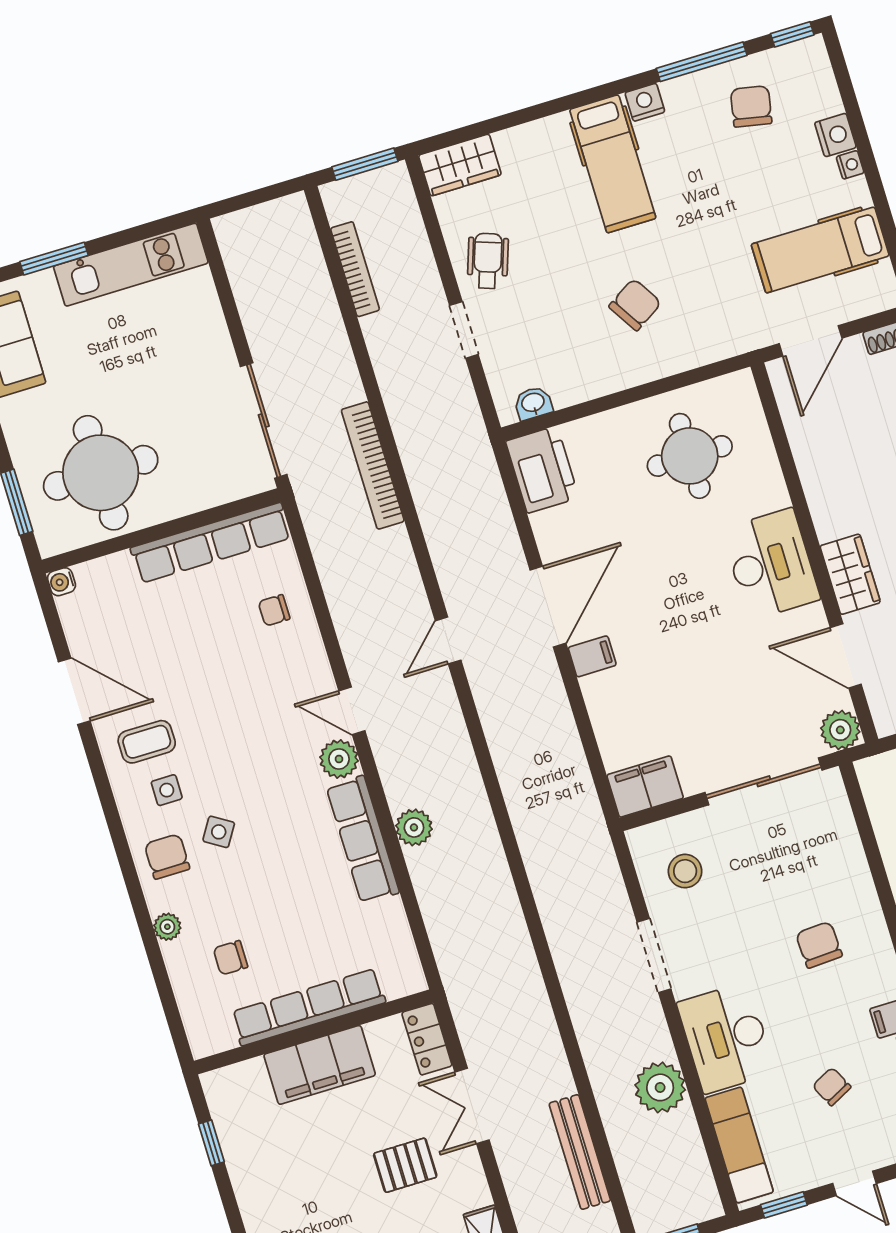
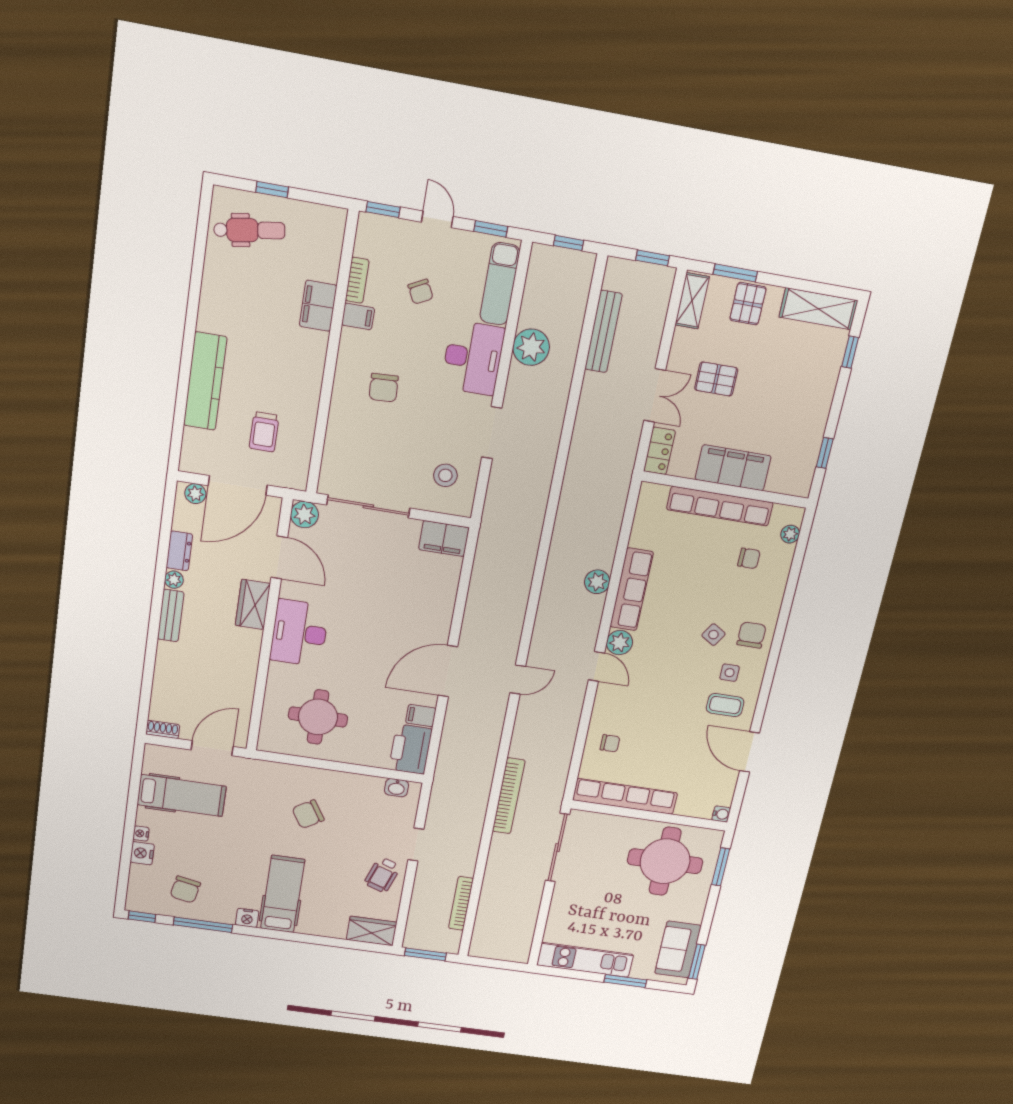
filing cabinet: (592, 656) -> (421, 716), moved
chair: (167, 857) -> (752, 635), turned 180
plant: (167, 927) -> (790, 534), moved

